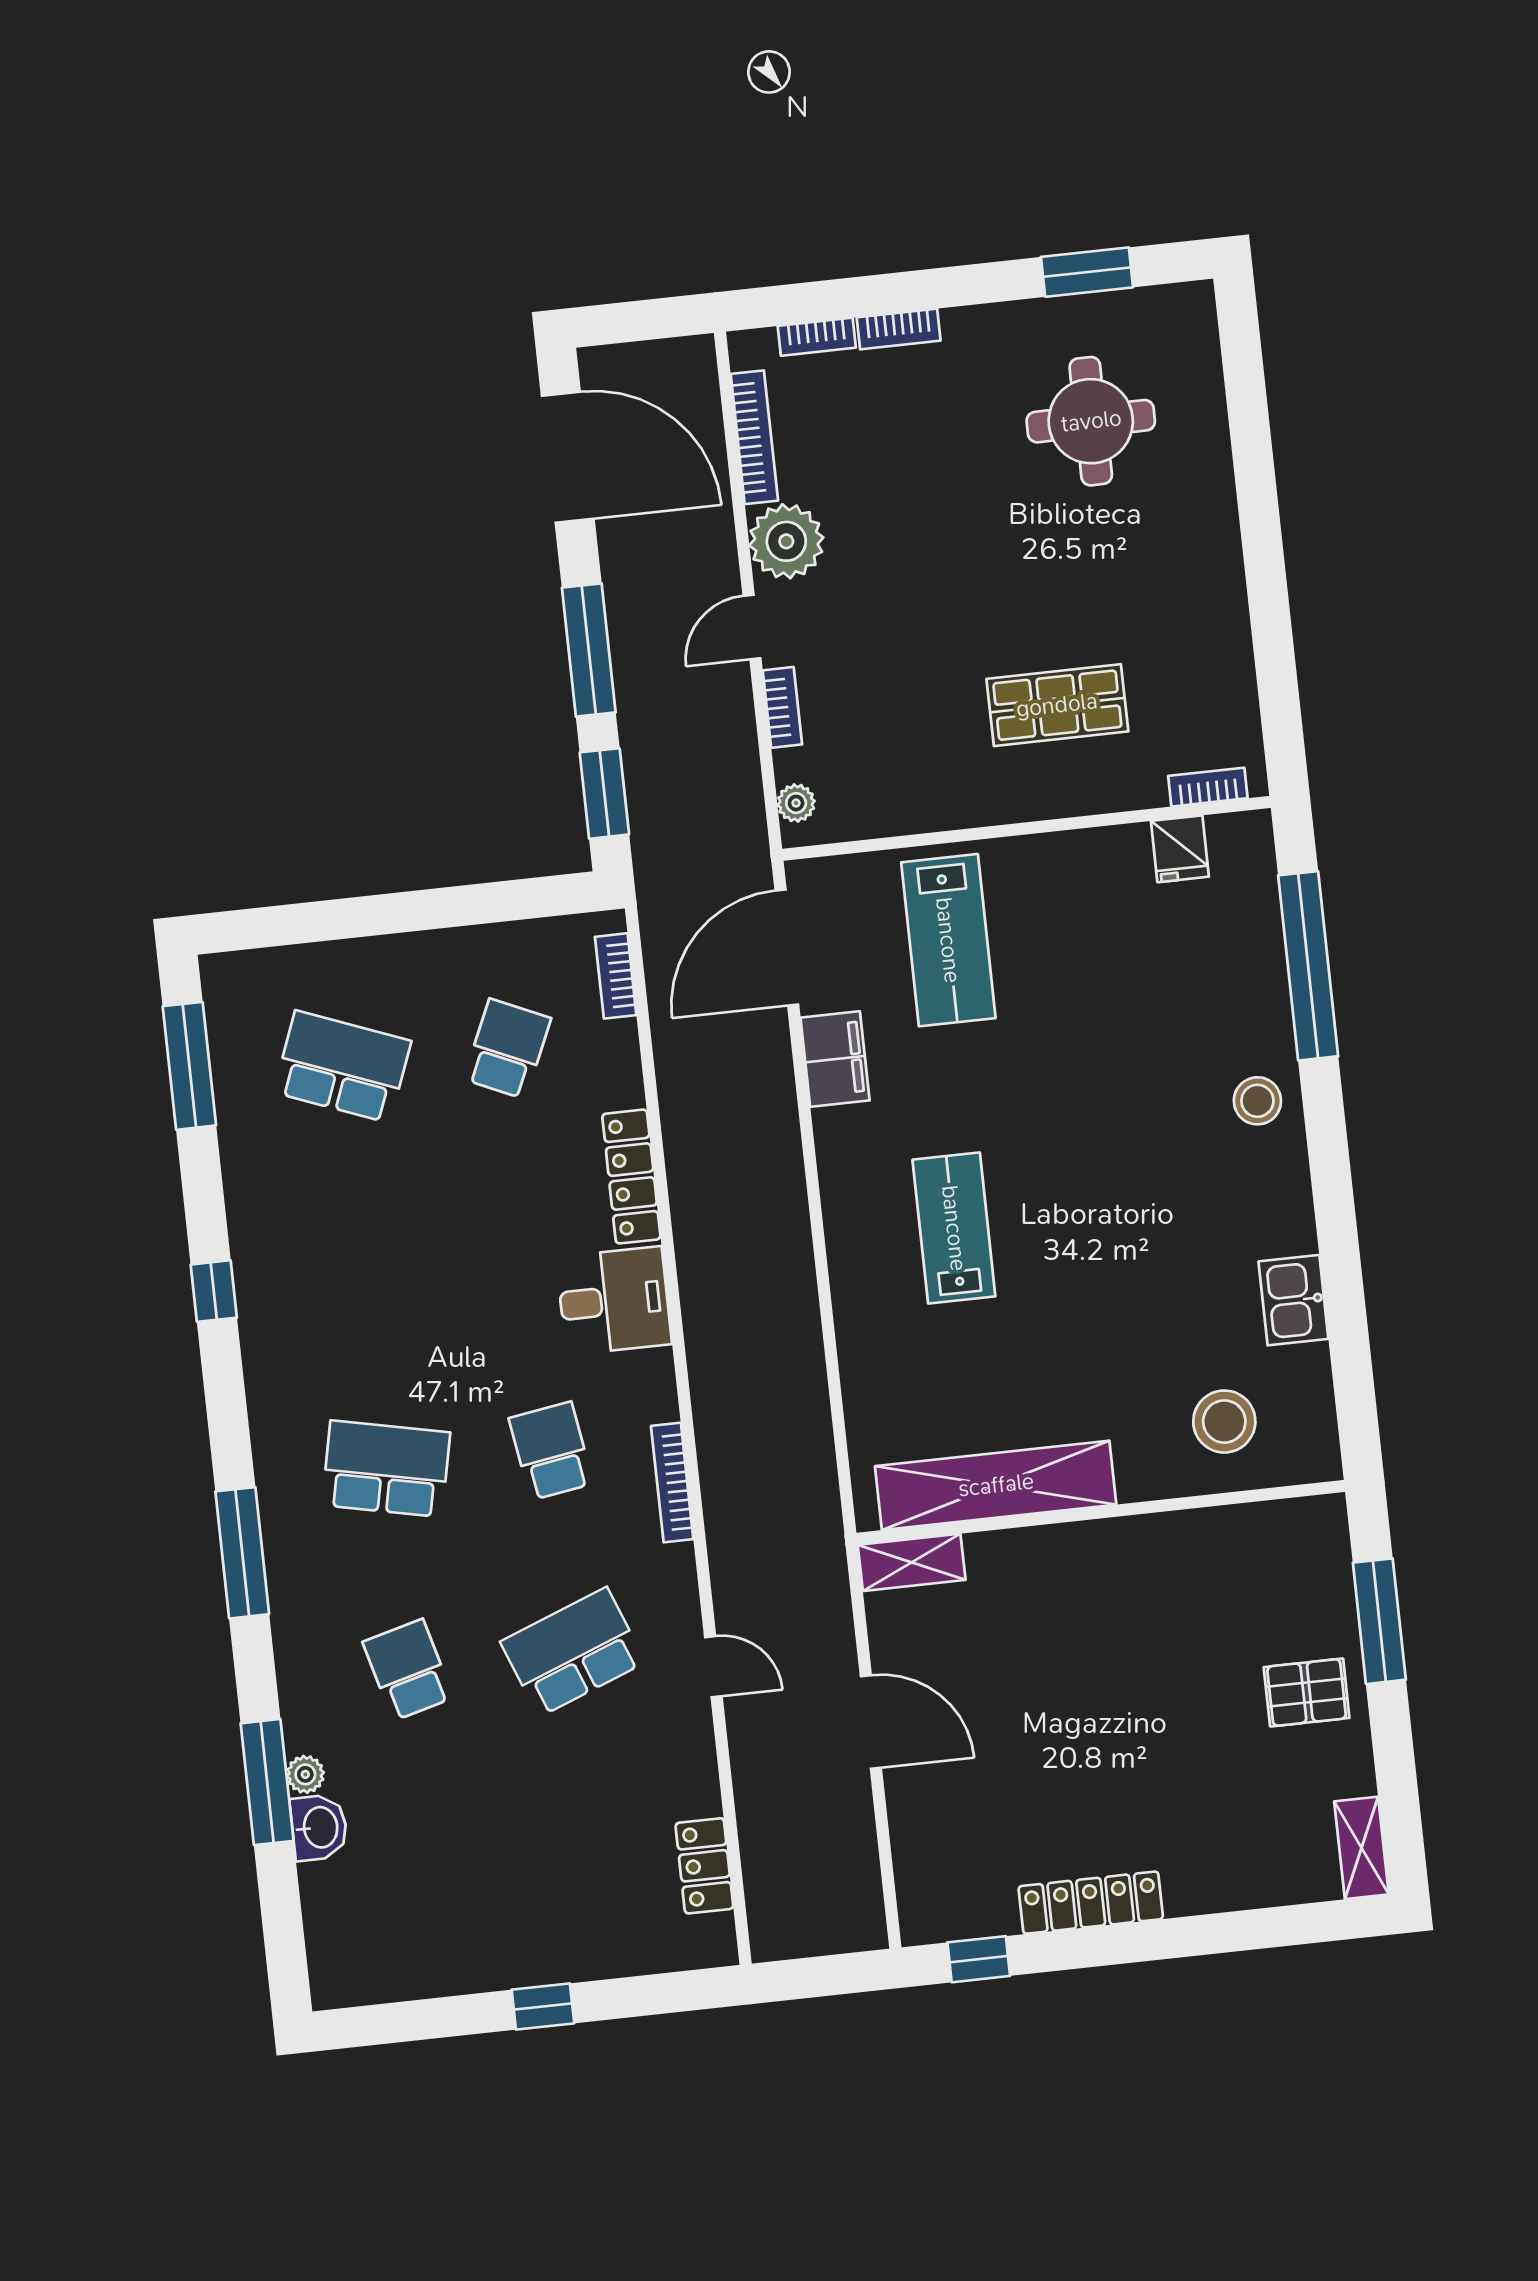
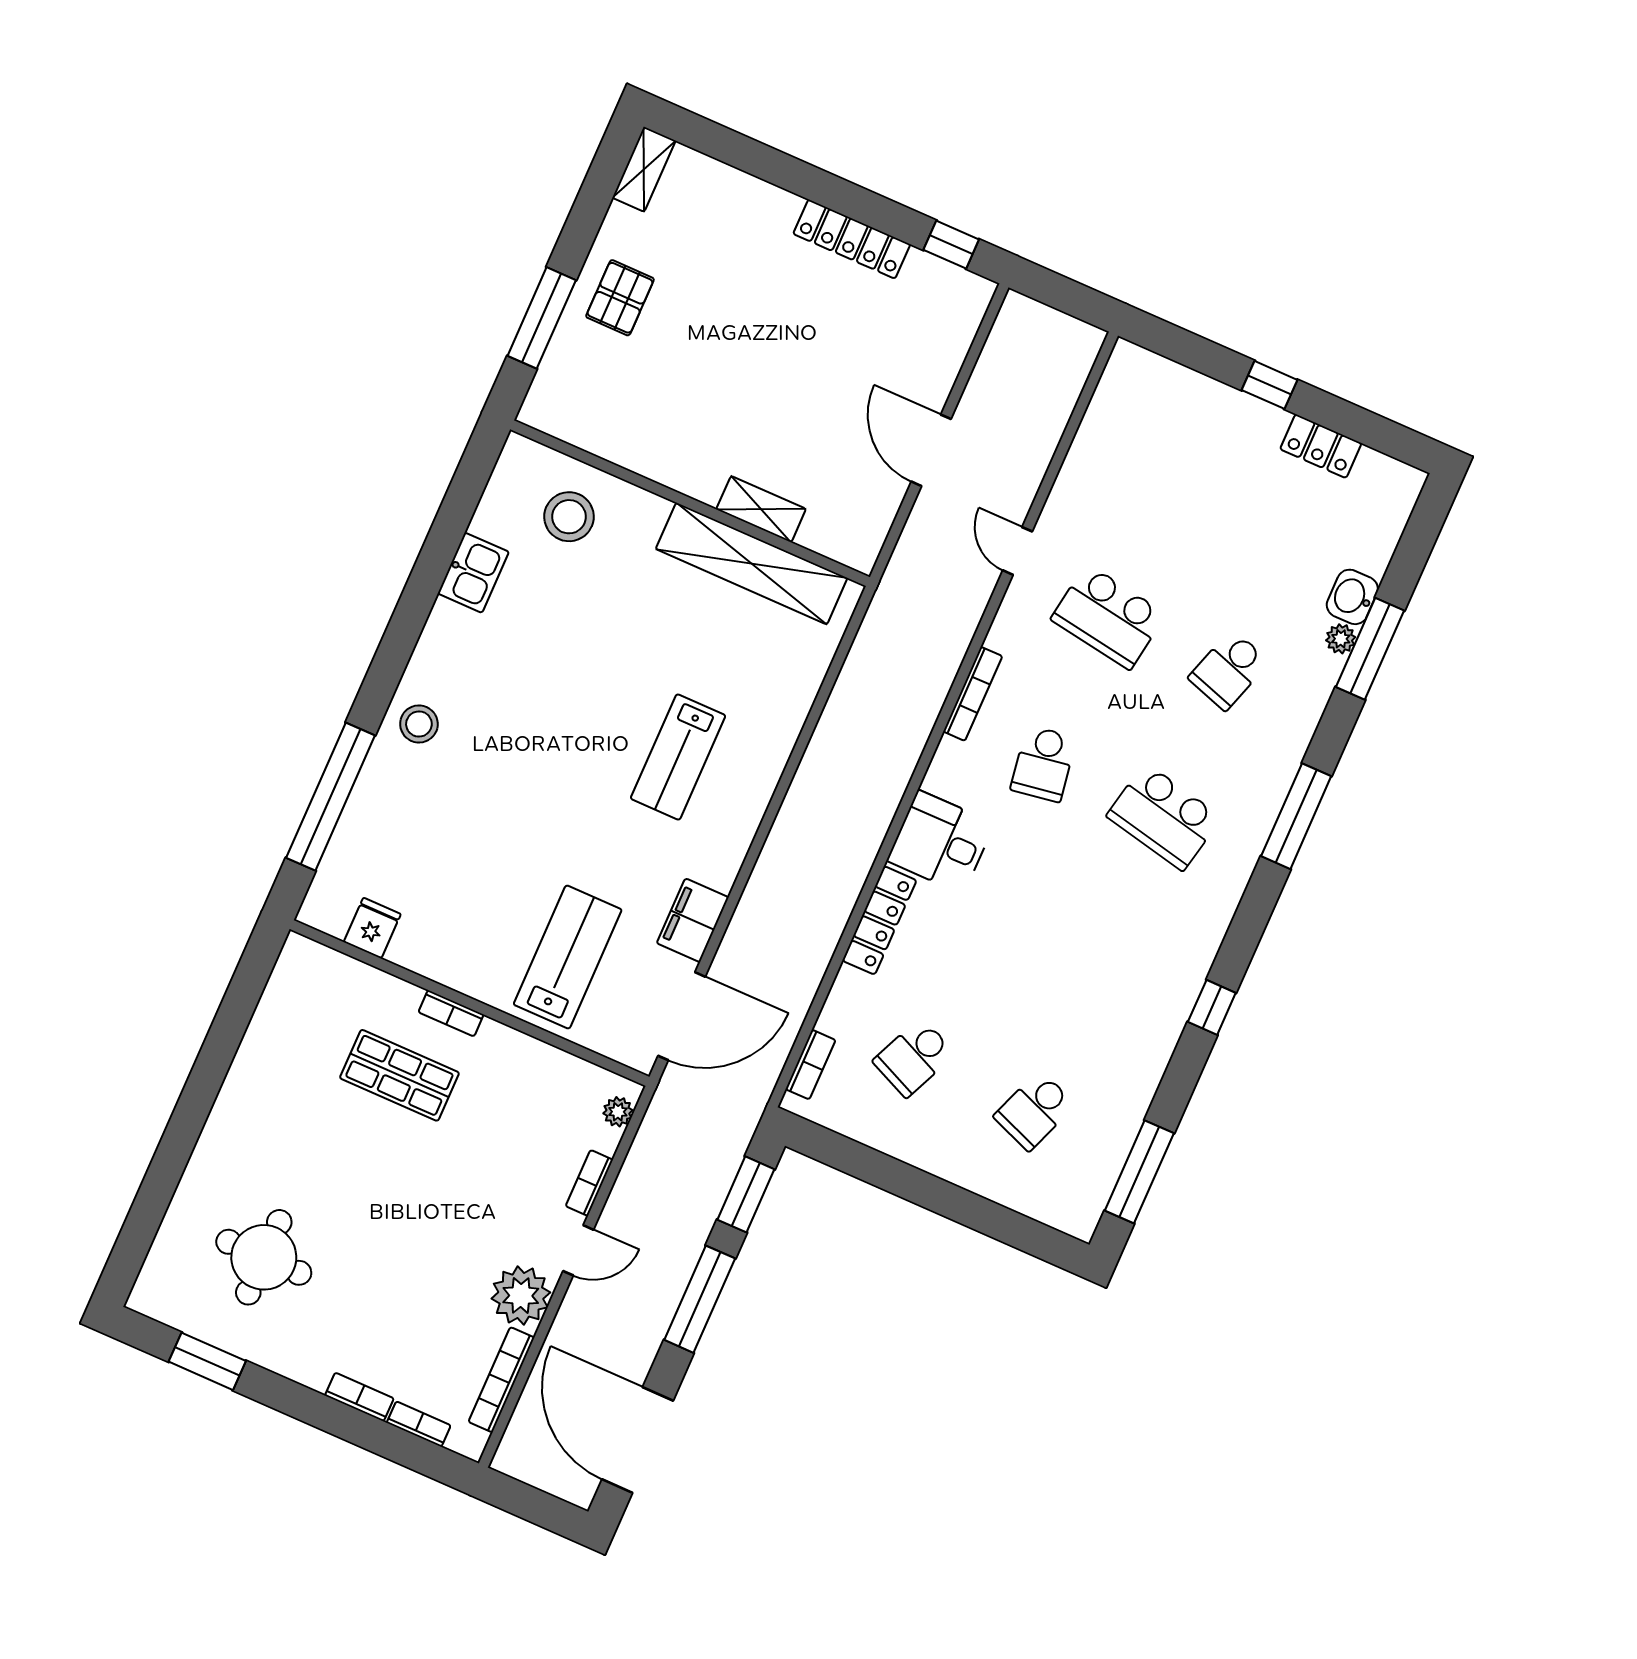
bookcase: (1208, 787) -> (451, 1013), moved
school desk: (342, 1067) -> (1034, 1111), width x0.54
shelving: (912, 1562) -> (761, 509), moved
school desk: (573, 1652) -> (1108, 617), turned 30
school desk: (408, 1670) -> (1229, 670), turned 33
pallet: (1307, 1692) -> (620, 298), turned 90
locker: (704, 1866) -> (1321, 446), moved, turned 90

